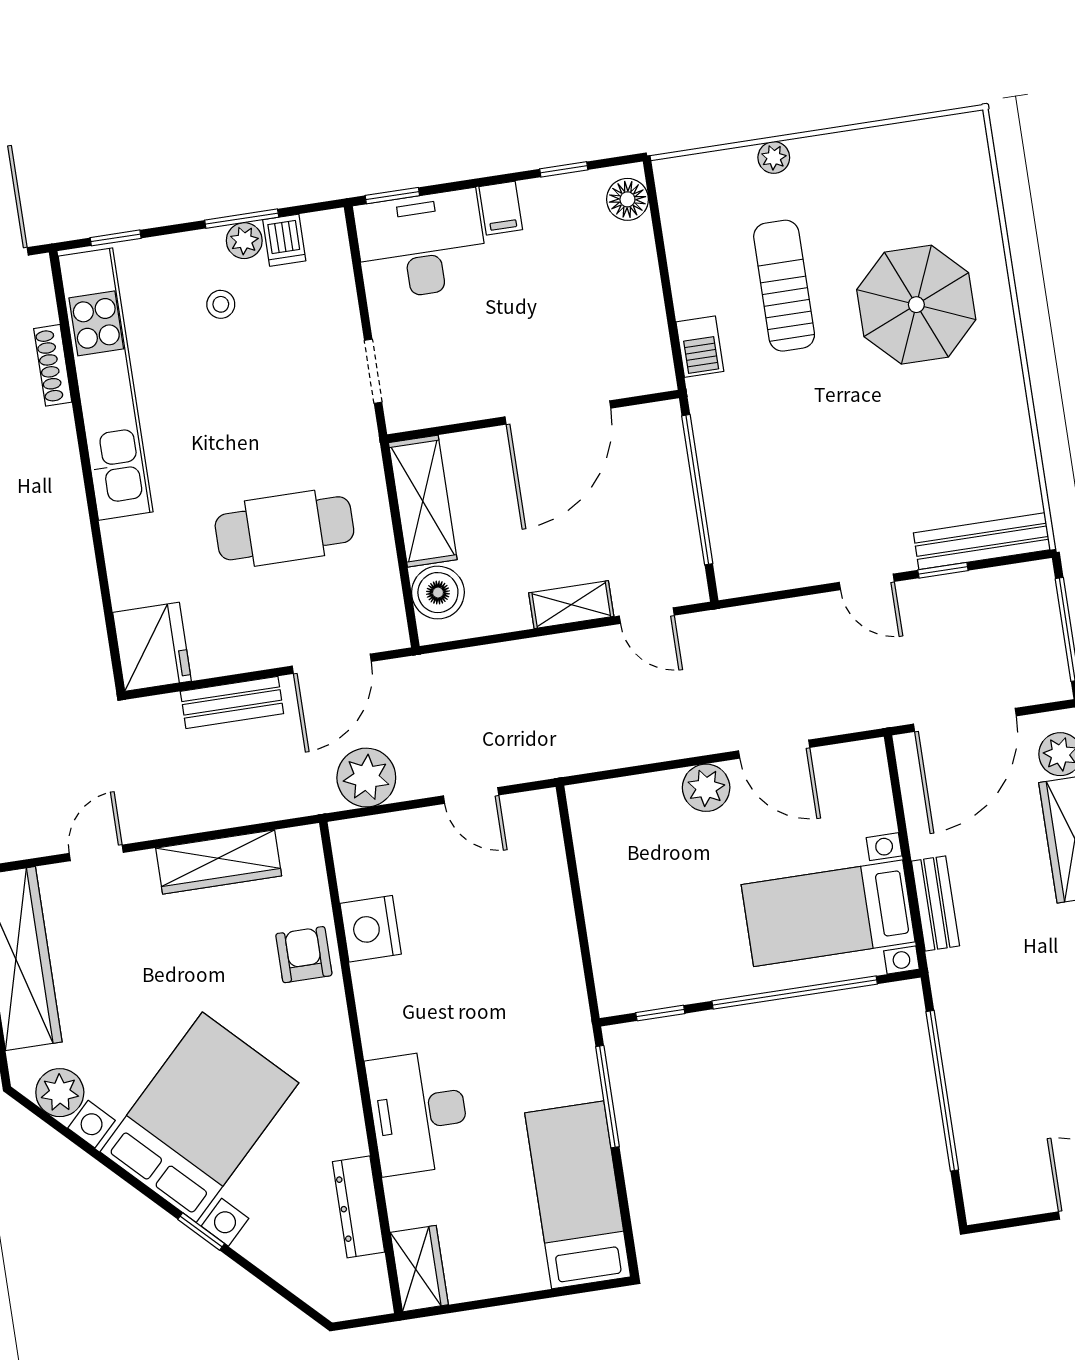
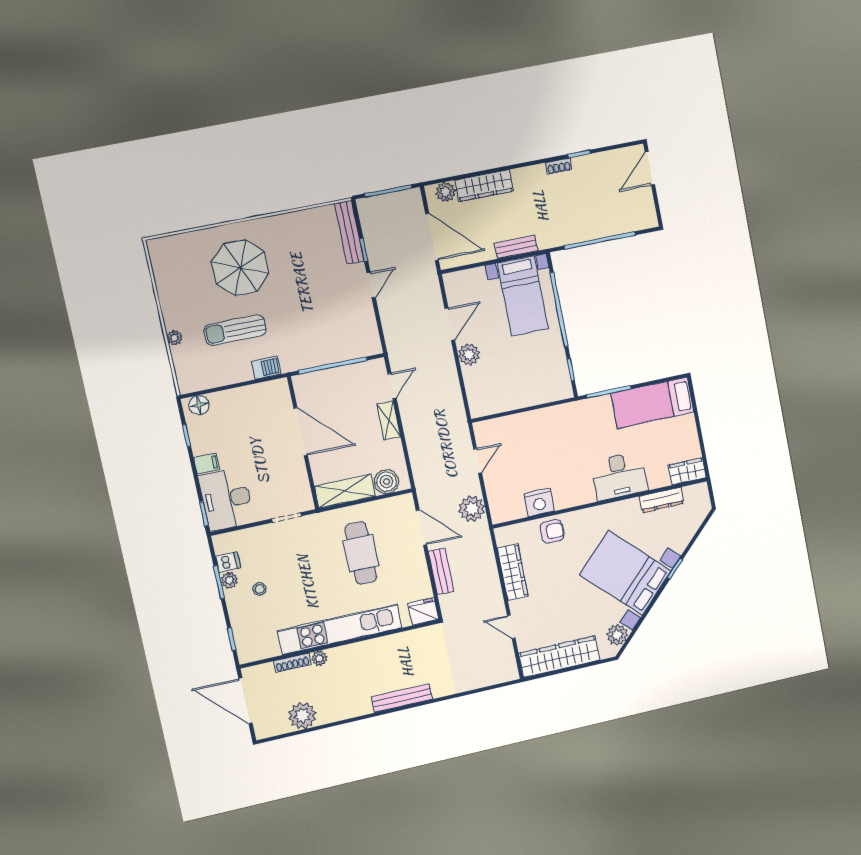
kitchen unit: (106, 384) -> (340, 629), moved
plant: (58, 425) -> (319, 658), added
fridge: (152, 647) -> (423, 611), width x0.73, depth x0.75
armchair: (304, 955) -> (552, 531), turned 180

